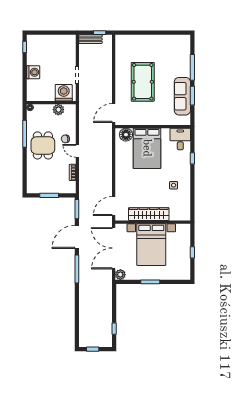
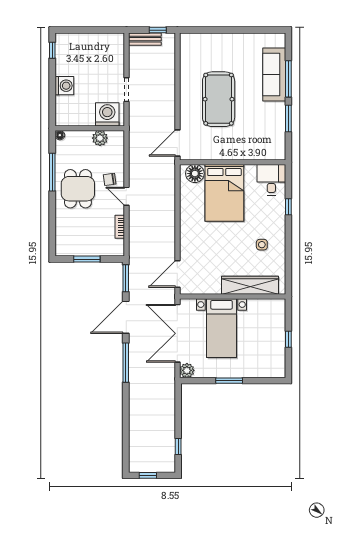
sofa: (182, 96) -> (274, 75), moved
wardrobe: (149, 214) -> (250, 285), moved
bed with nightstands: (151, 245) -> (221, 328), width x0.73

